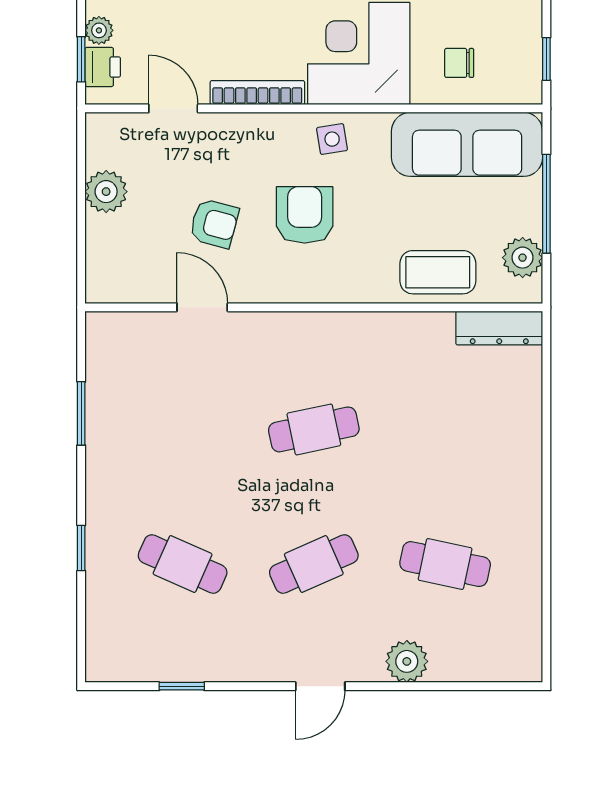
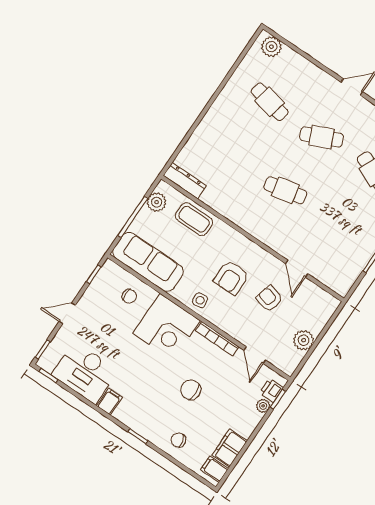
plant: (407, 661) -> (271, 47), moved

